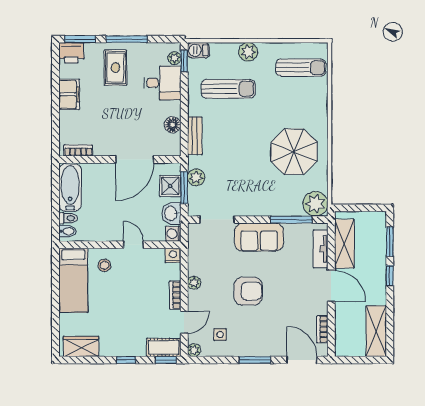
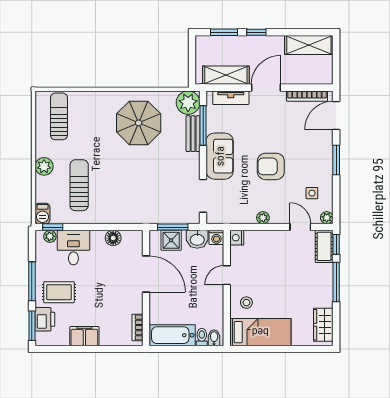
printer: (71, 53) -> (45, 319), moved
bench: (195, 136) -> (193, 134), moved, turned 90
plant: (196, 177) -> (163, 216), removed
armchair: (248, 291) -> (271, 166), turned -90
bookcase: (175, 295) -> (275, 236), removed
bookcase: (322, 329) -> (307, 96), width x1.56
window: (126, 360) -> (336, 282), width x2.17

